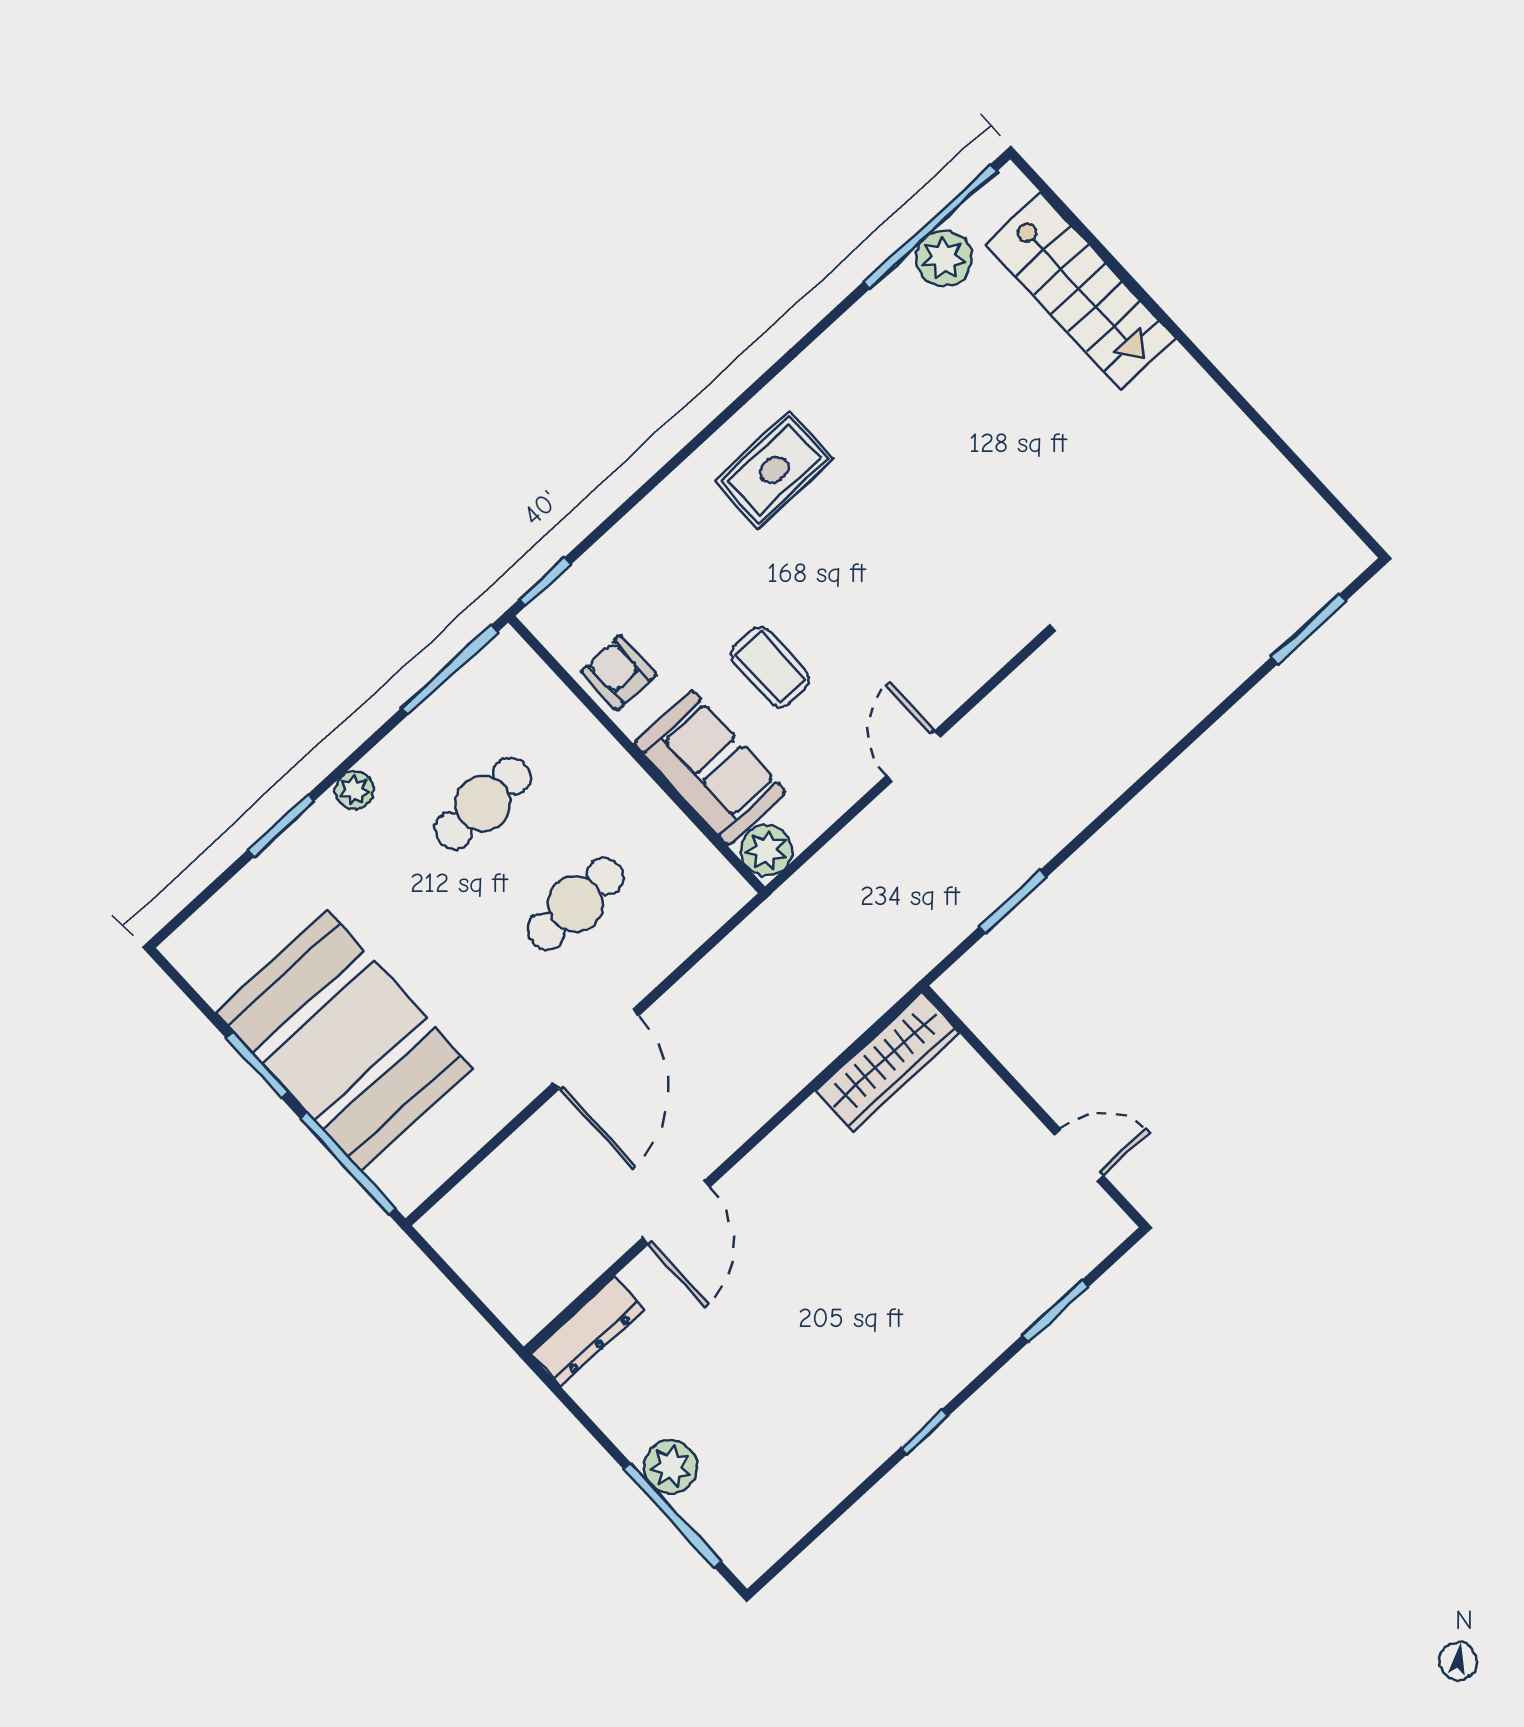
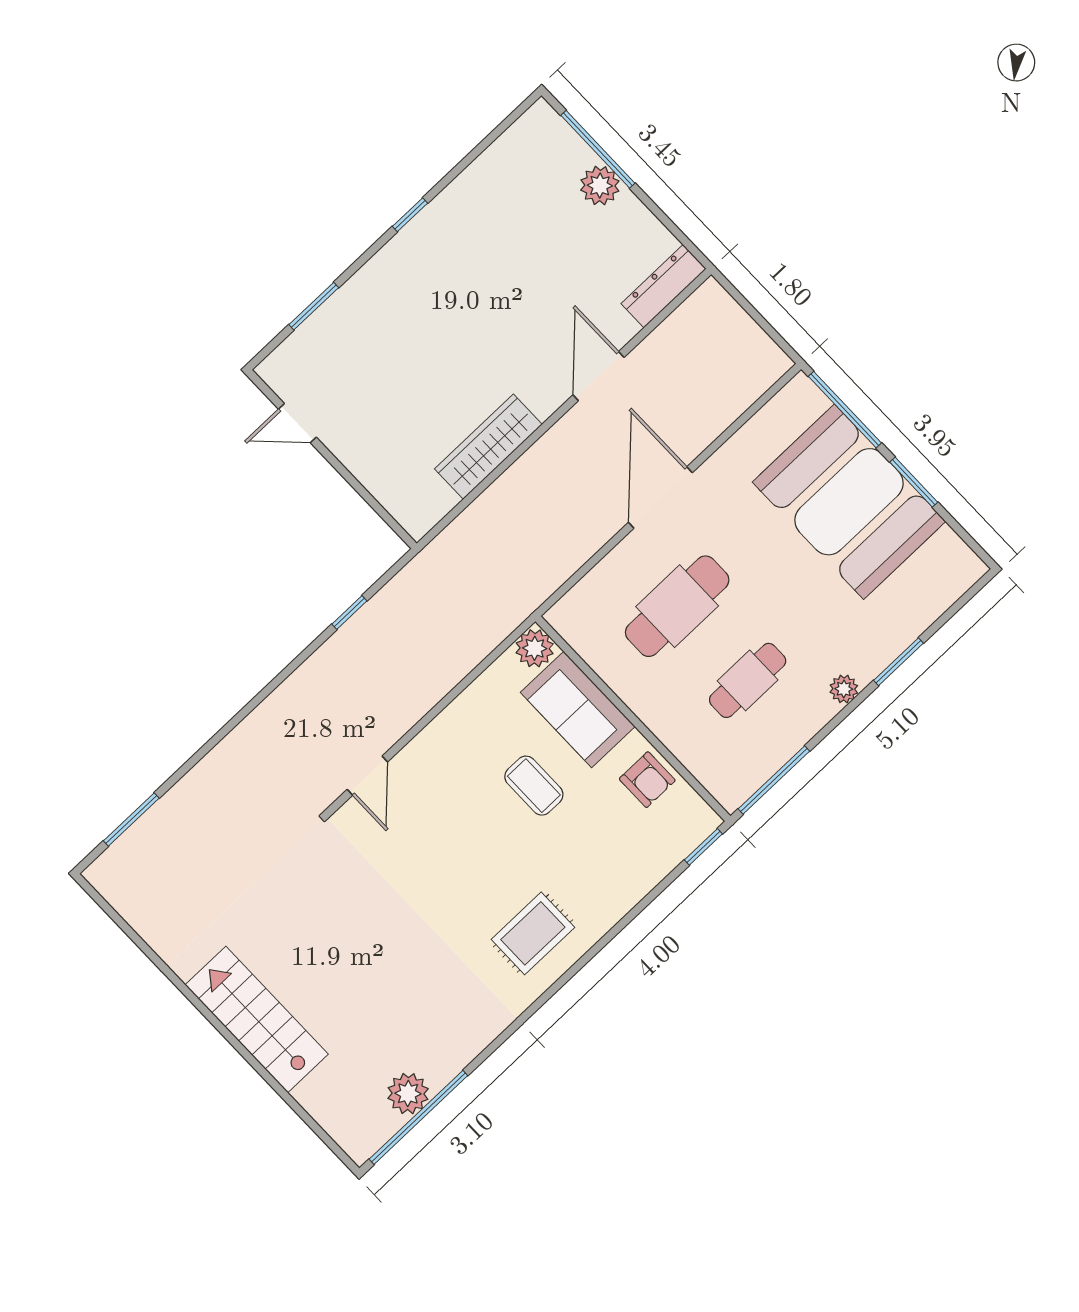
stairs: (1081, 291) -> (257, 1020), moved
door: (913, 756) -> (367, 776), moved
window: (1013, 902) -> (349, 612), width x0.67
cafe table: (575, 904) -> (677, 606), width x1.37, depth x1.35
wardrobe: (888, 1062) -> (488, 447), moved

